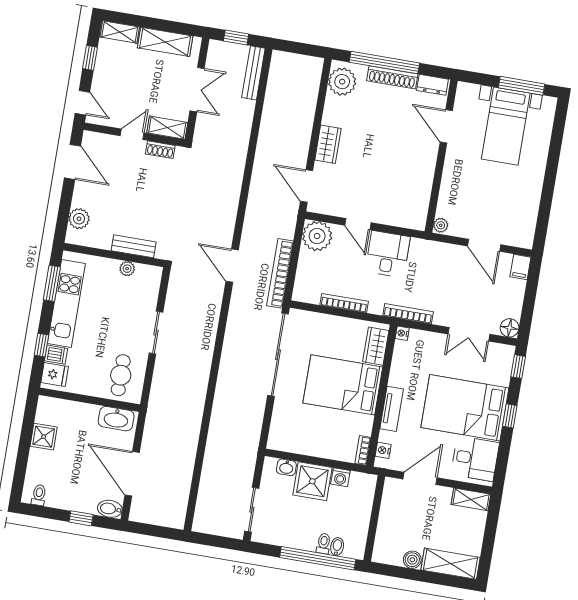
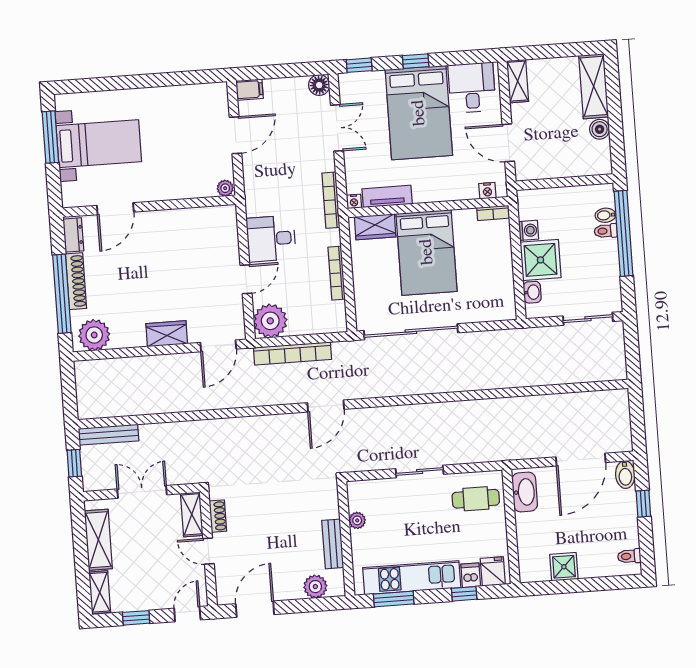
bench: (134, 246) -> (333, 544), moved
bookcase: (280, 273) -> (292, 353), moved
tv unit: (392, 409) -> (387, 196), moved

